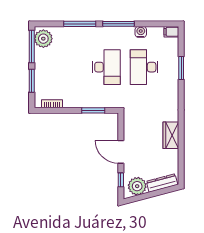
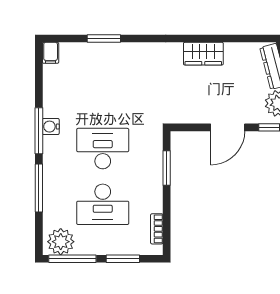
water cooler: (141, 32) -> (51, 127), moved
desk: (144, 67) -> (103, 204), moved

